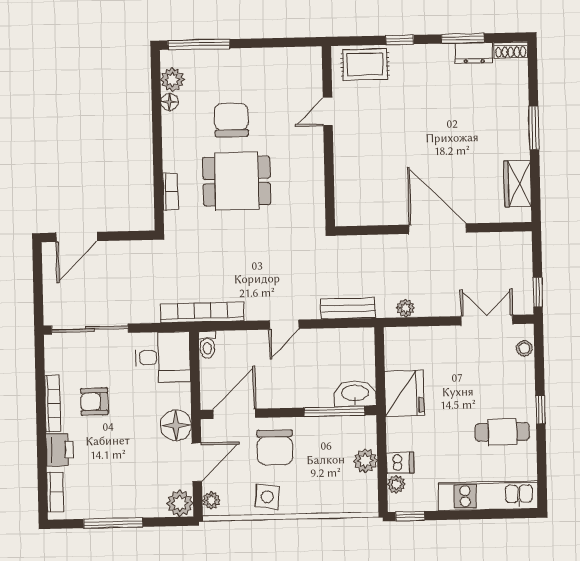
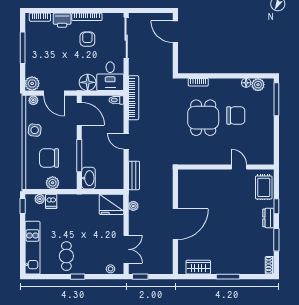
dresser: (474, 53) -> (268, 218), moved
fridge: (404, 393) -> (111, 204), moved
window: (335, 411) -> (79, 156), moved
floor lamp: (176, 425) -> (88, 82), moved
chair: (275, 447) -> (49, 158), moved

